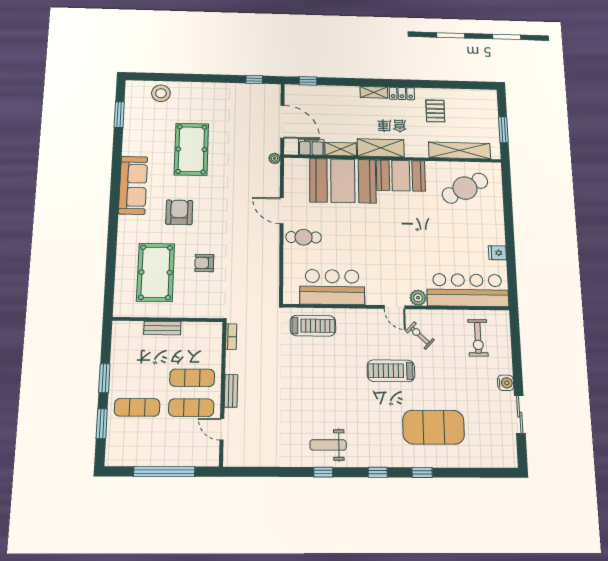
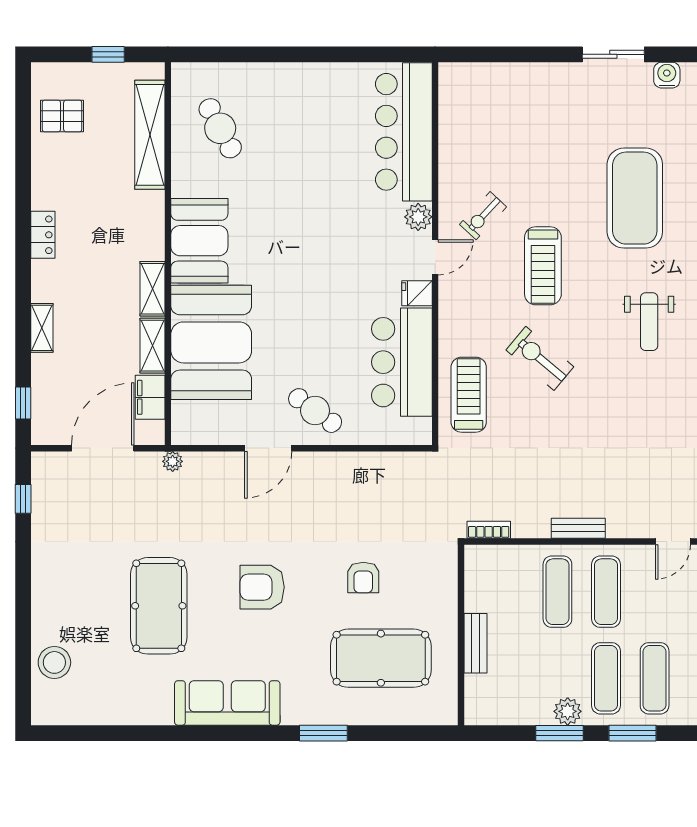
shelving: (374, 92) -> (42, 328), moved
pallet: (435, 111) -> (62, 116), moved
window: (119, 115) -> (323, 733), moved
window: (503, 130) -> (108, 54), width x0.67
shelving: (381, 148) -> (152, 289), width x0.67, depth x0.75
pool table: (191, 149) -> (159, 606), turned 90
cafe table: (465, 188) -> (220, 128), width x0.73, depth x0.74
armchair: (179, 212) -> (262, 587), moved
cafe table: (304, 237) -> (315, 411), turned -54
fridge: (497, 253) -> (417, 293), moved, turned 90
exercise bike: (478, 338) -> (540, 358), moved, turned -140
plant: (118, 383) -> (568, 711), added
water cooler: (506, 383) -> (667, 75), moved
door: (222, 429) -> (673, 542), moved
exercise mat: (136, 438) -> (655, 678), added
weight bench: (328, 445) -> (649, 322), moved

